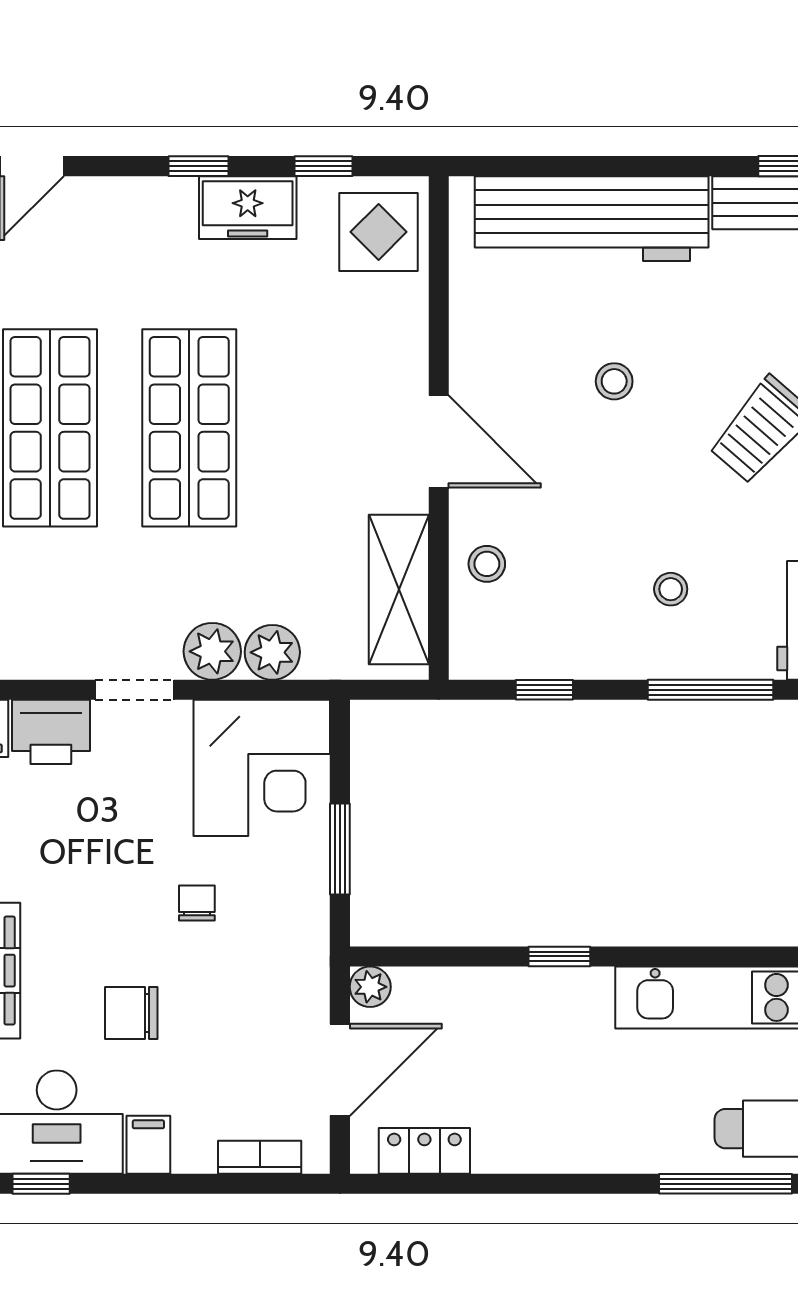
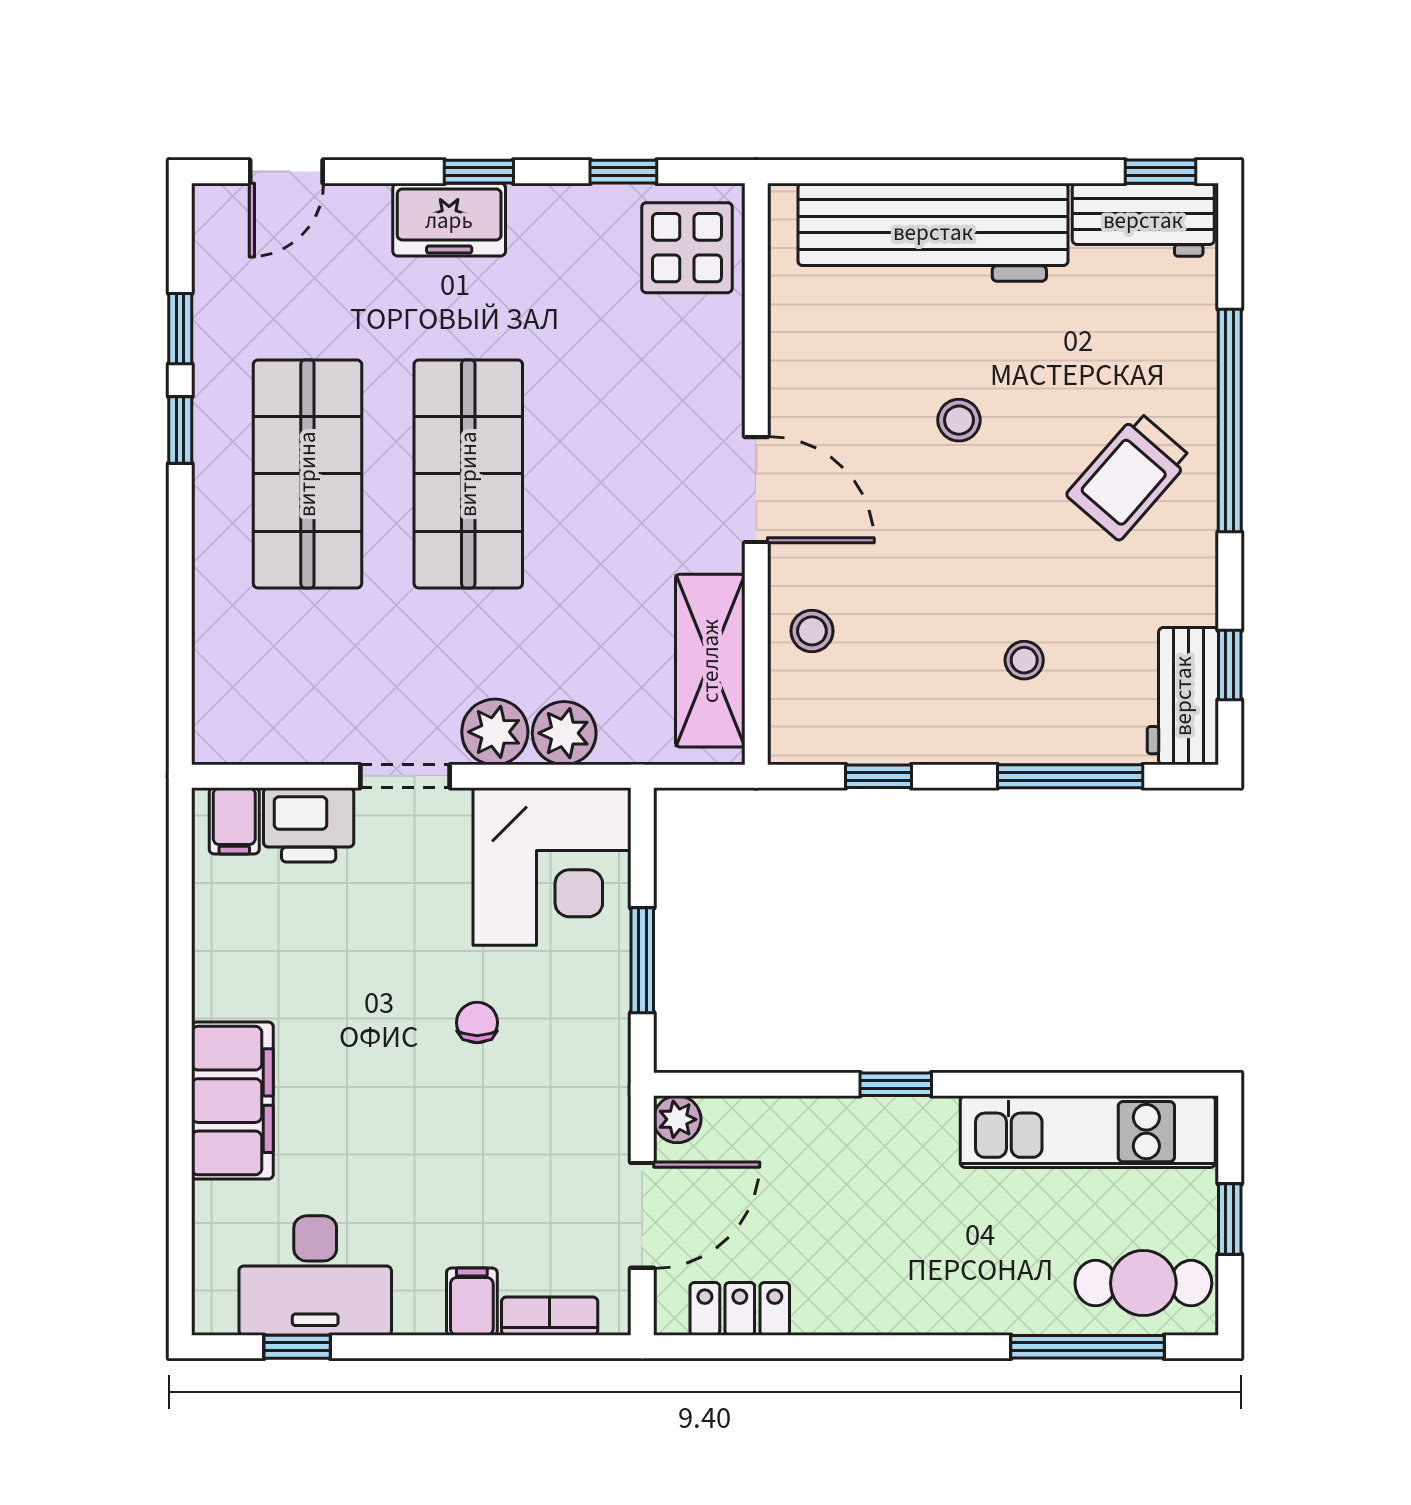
freezer: (248, 208) -> (449, 220), moved
chair: (131, 1013) -> (401, 1150), removed
filing cabinet: (148, 1145) -> (472, 1302), moved

